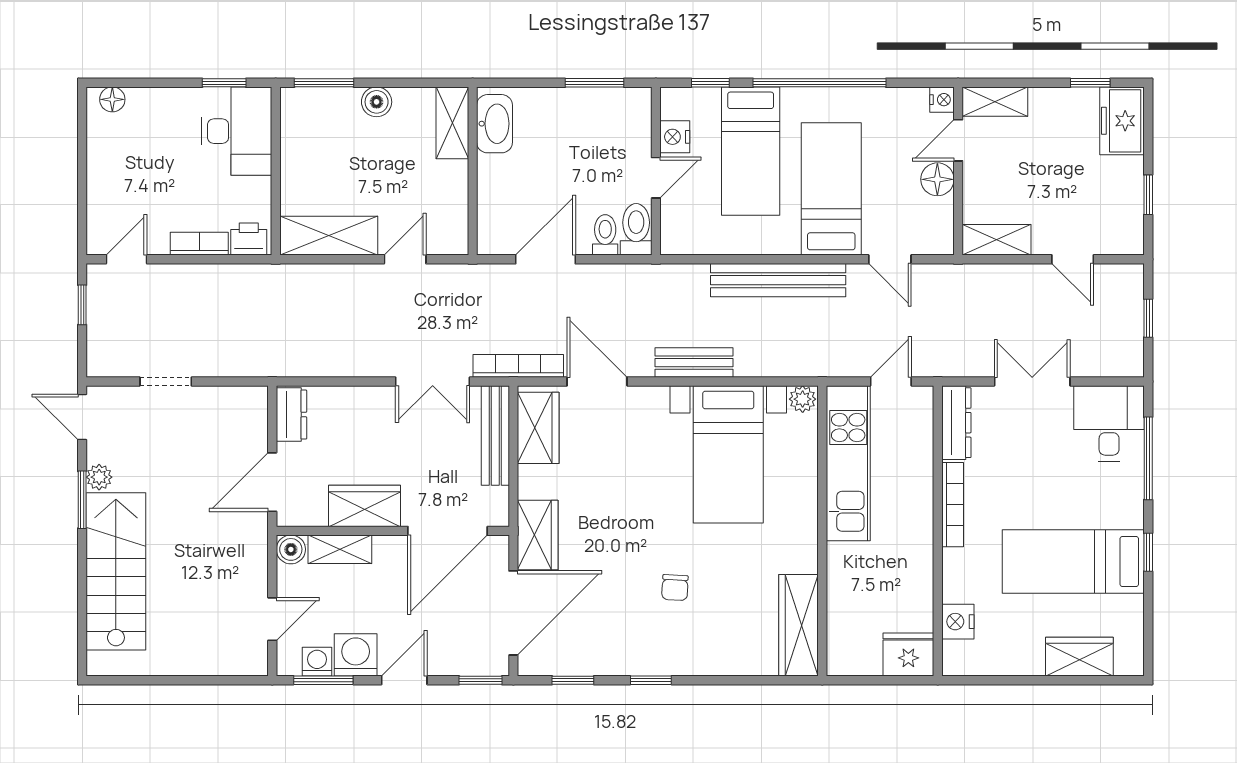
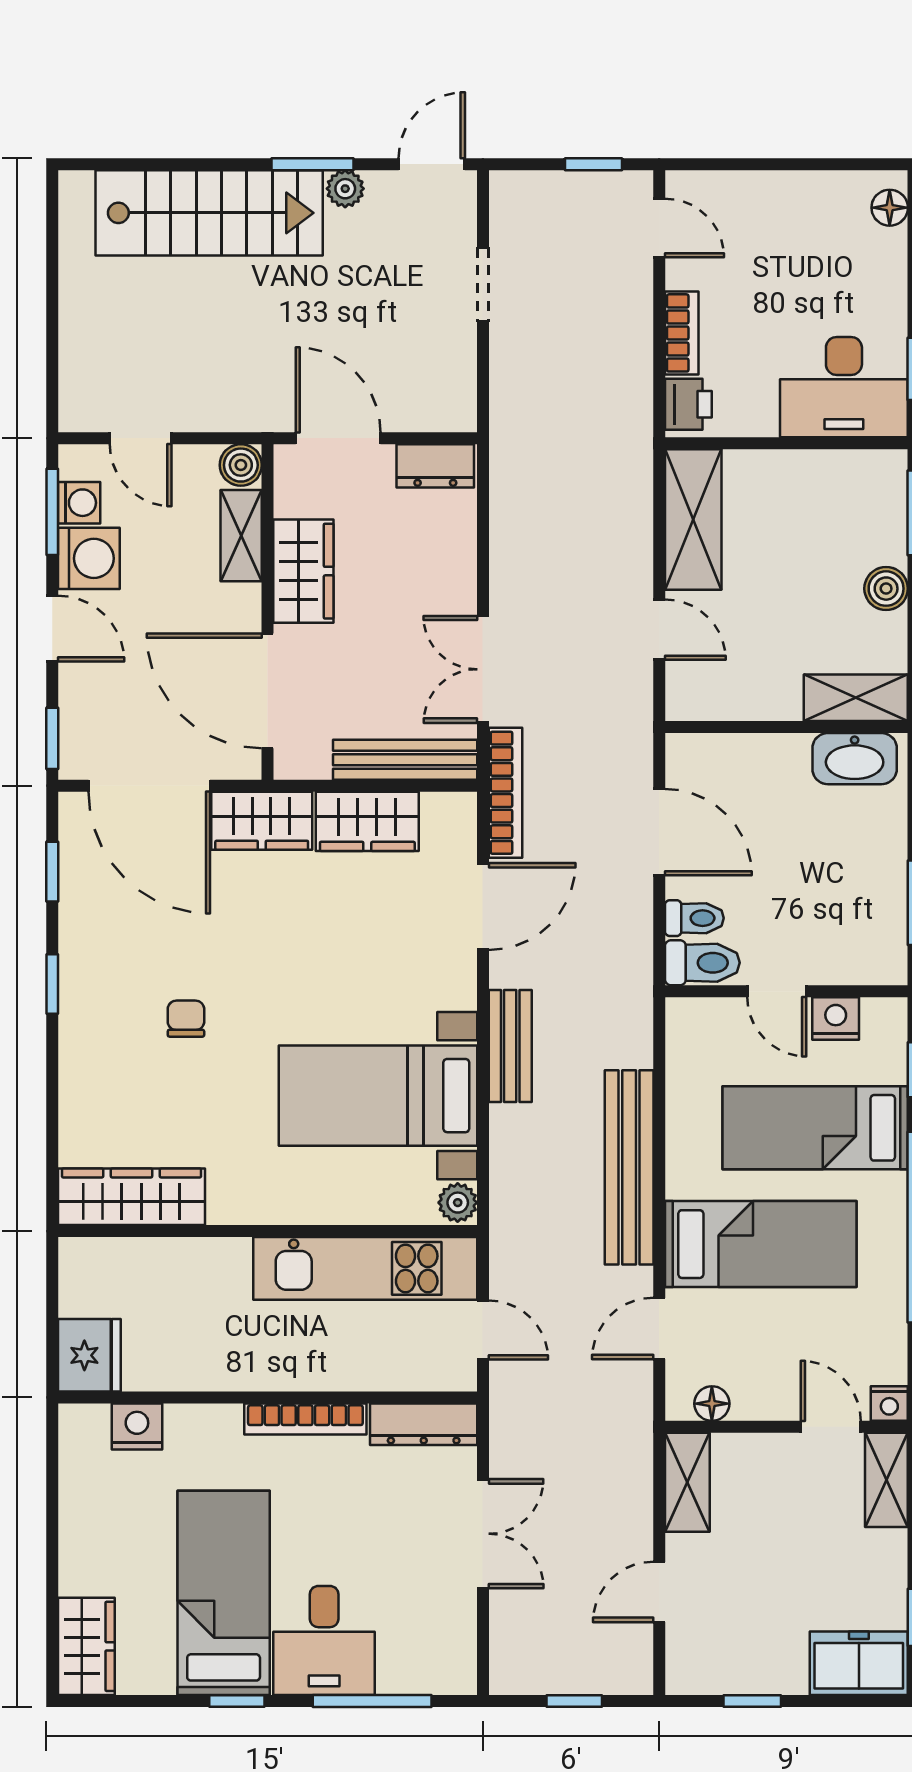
floor lamp: (937, 179) -> (712, 1404), moved, width x0.73, depth x0.73
desk: (1109, 423) -> (324, 1640), moved, turned 90
wardrobe: (538, 428) -> (367, 821), moved
chair: (675, 588) -> (186, 1019), turned 87
wardrobe: (1079, 657) -> (86, 1646), moved

